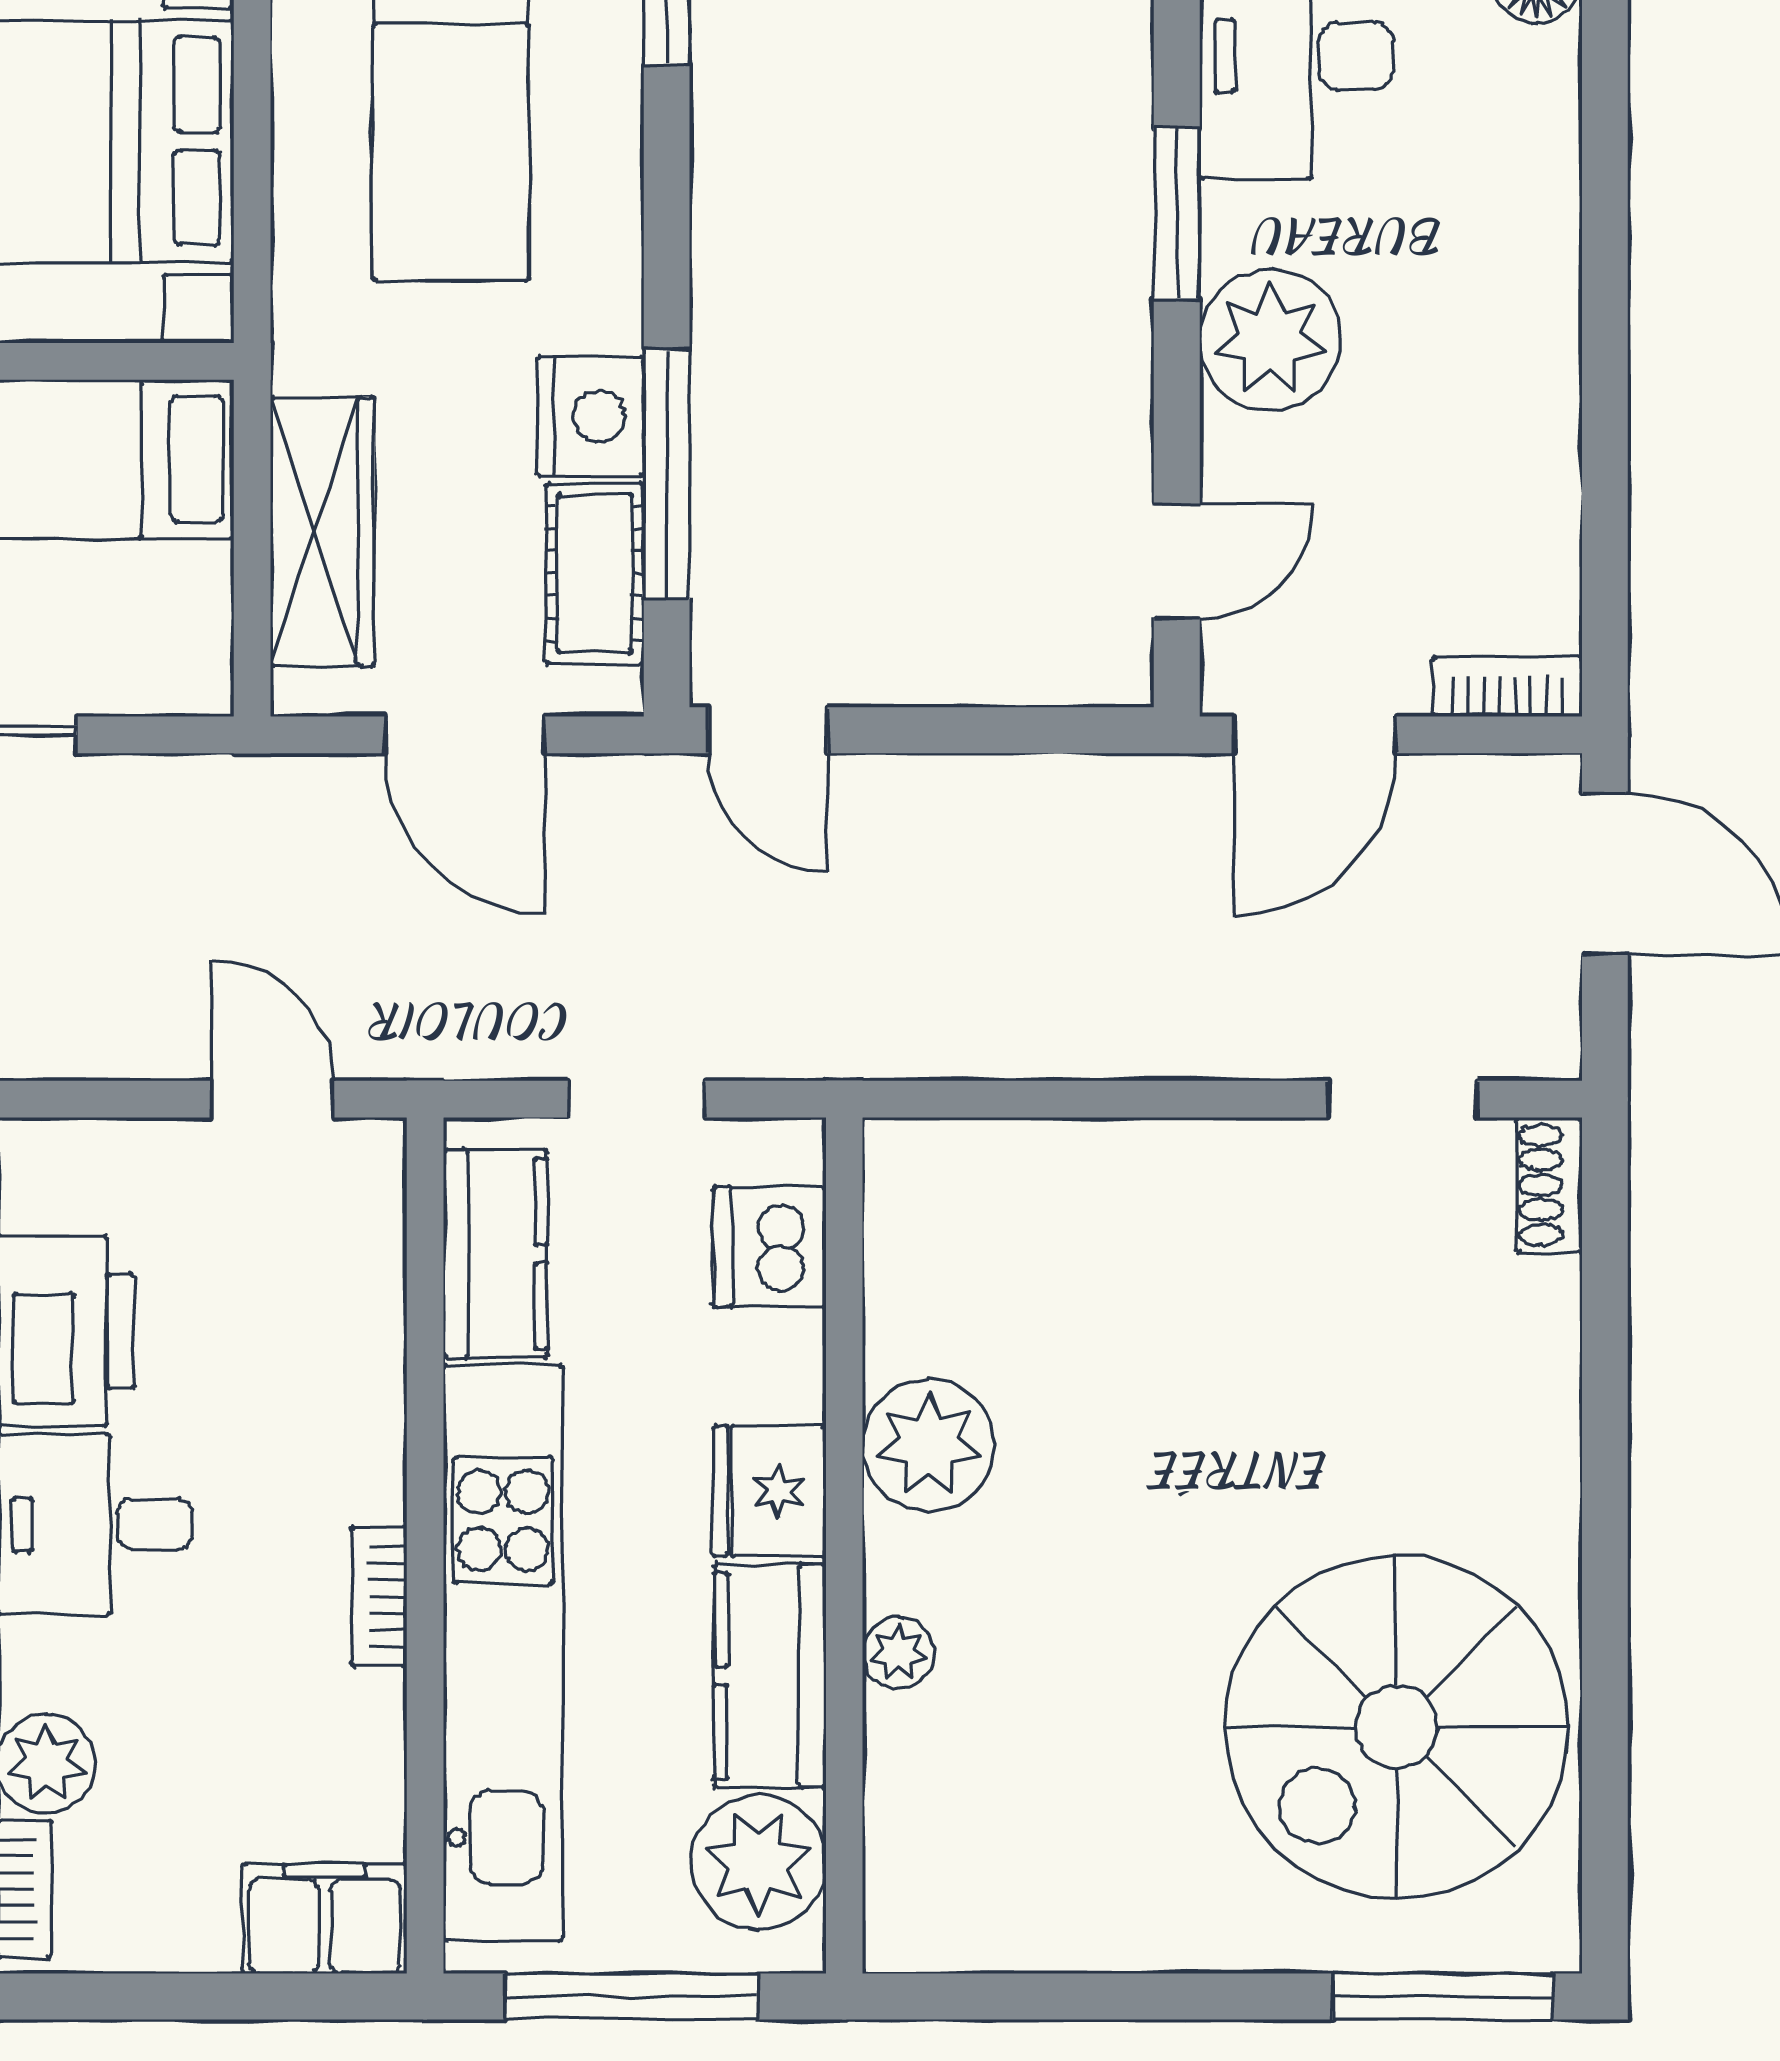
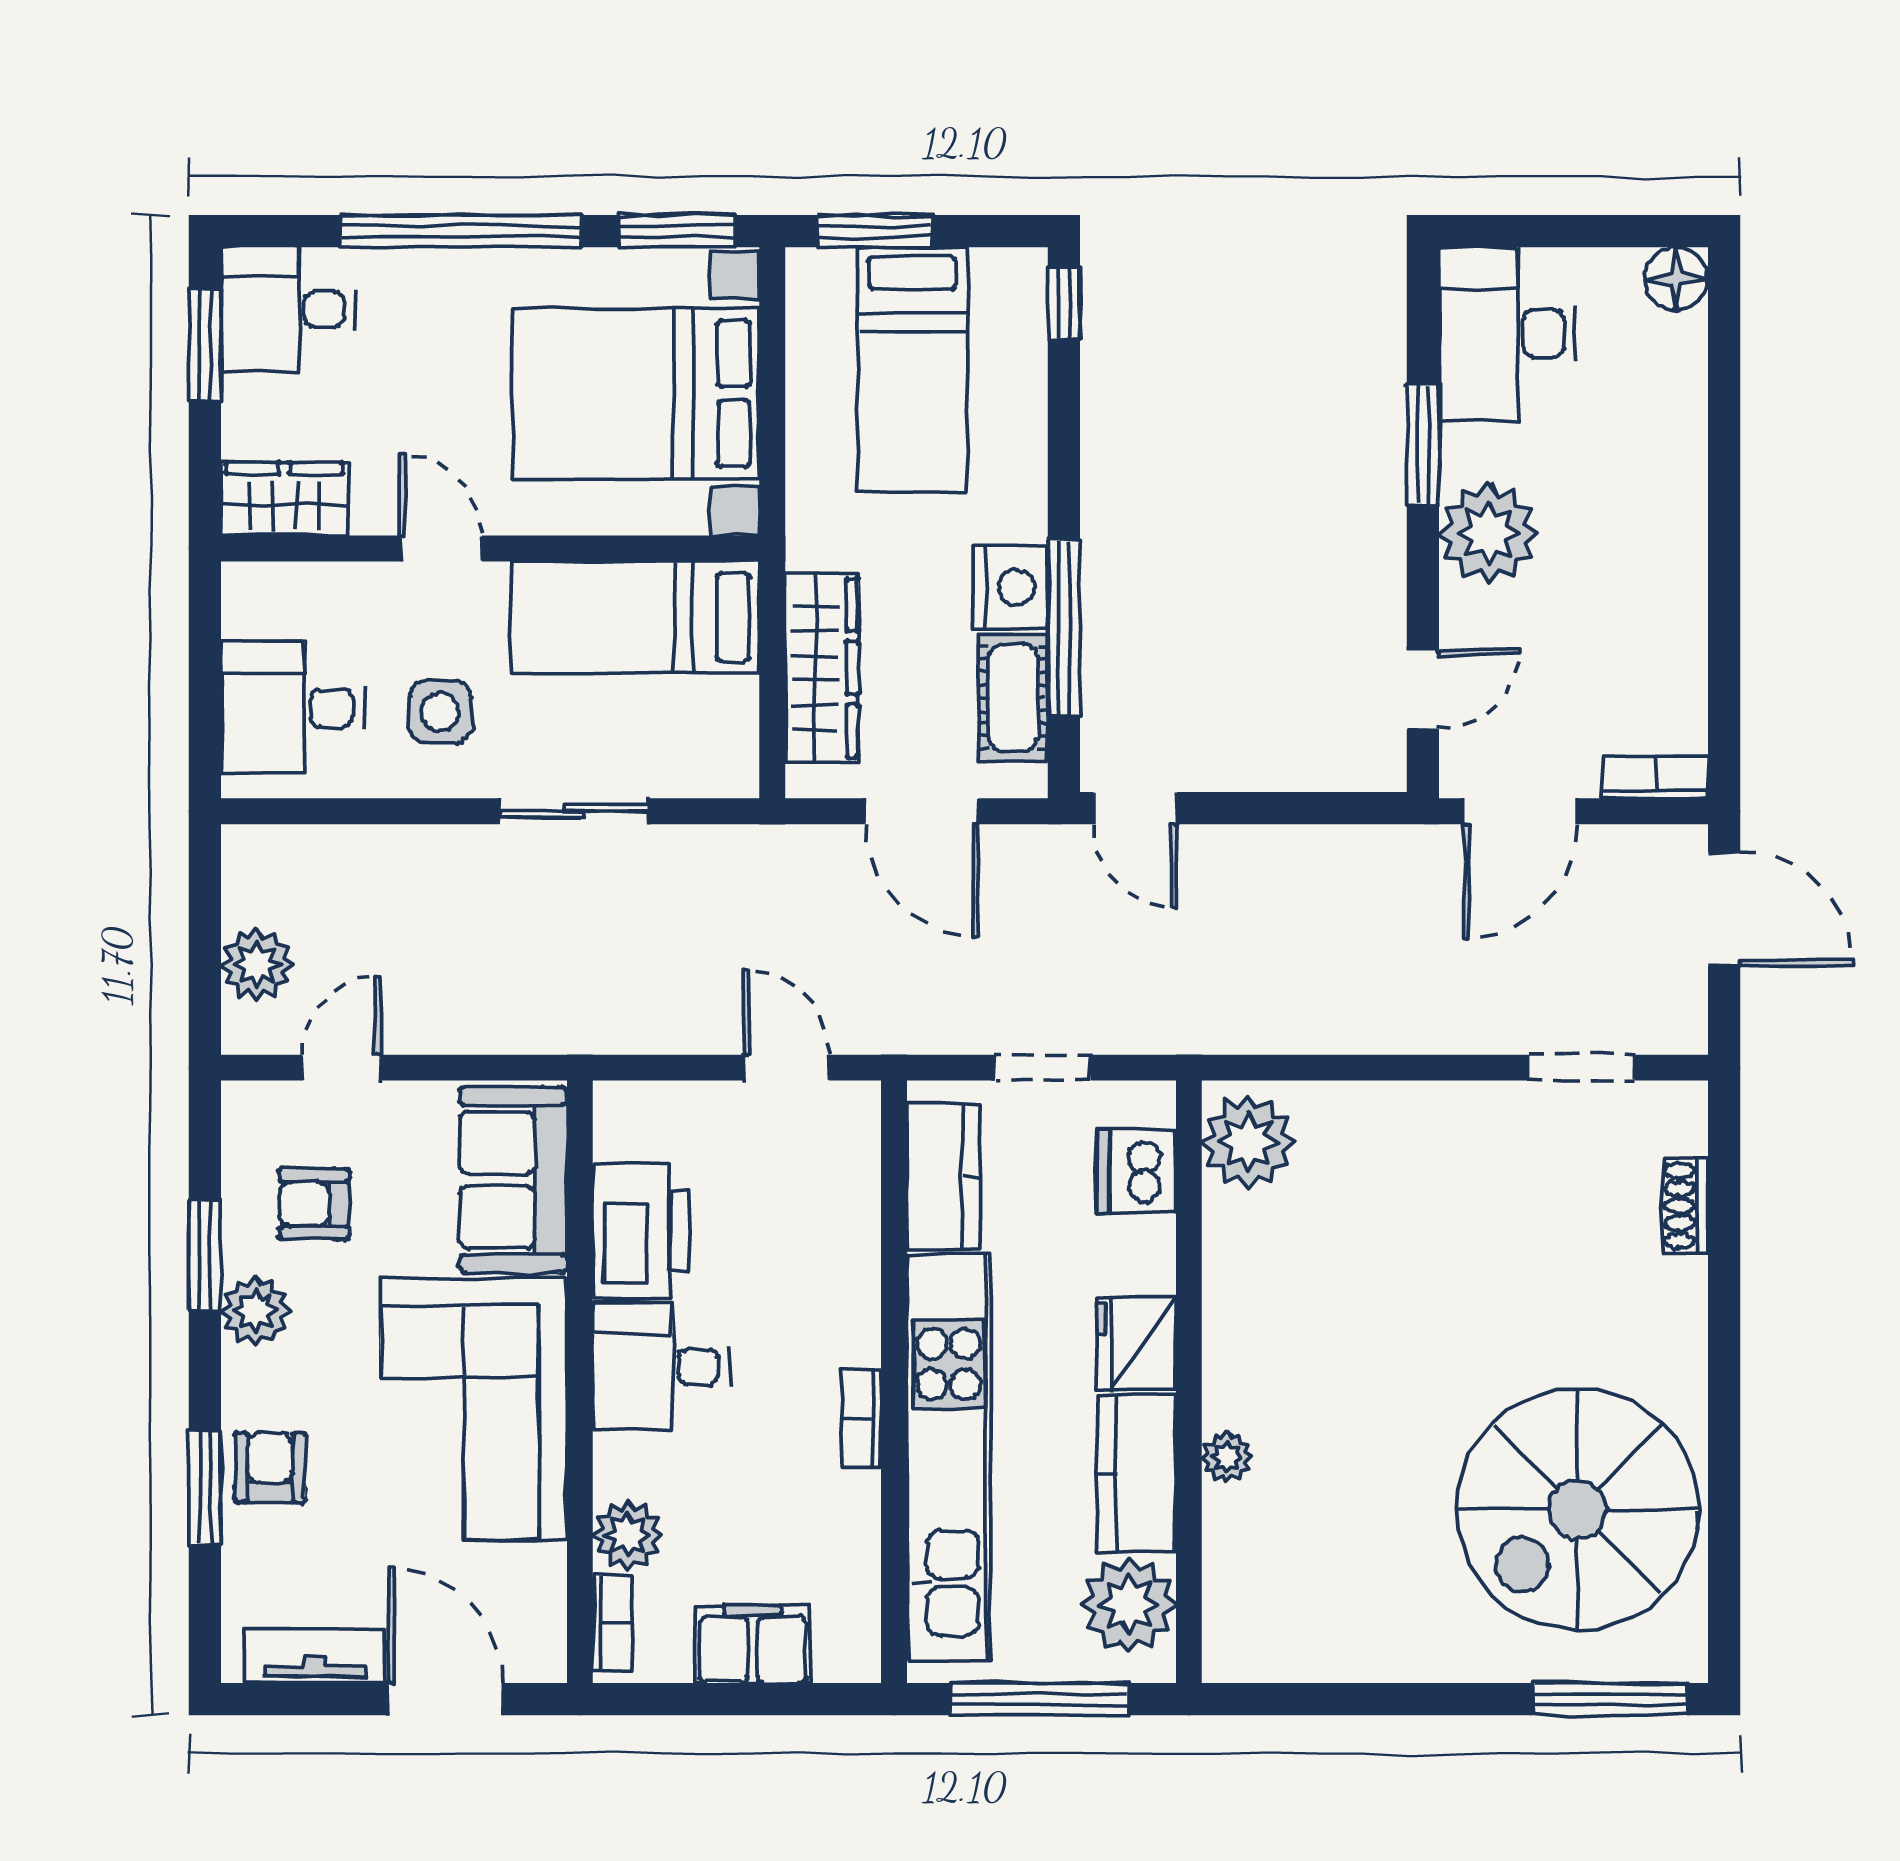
shoe rack: (1549, 1185) -> (1685, 1206), moved
plant: (929, 1445) -> (1248, 1142), moved
filing cabinet: (325, 1919) -> (753, 1644), moved

